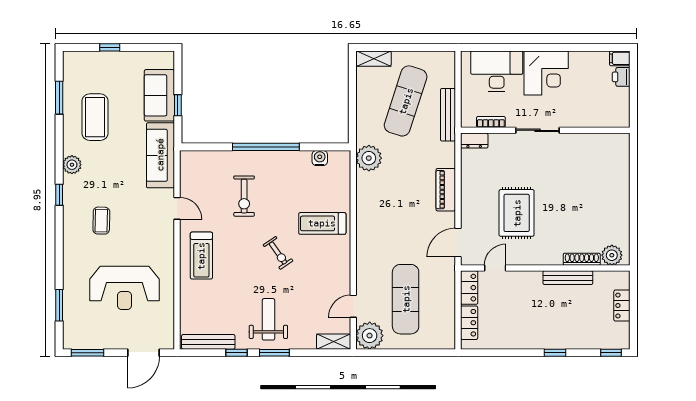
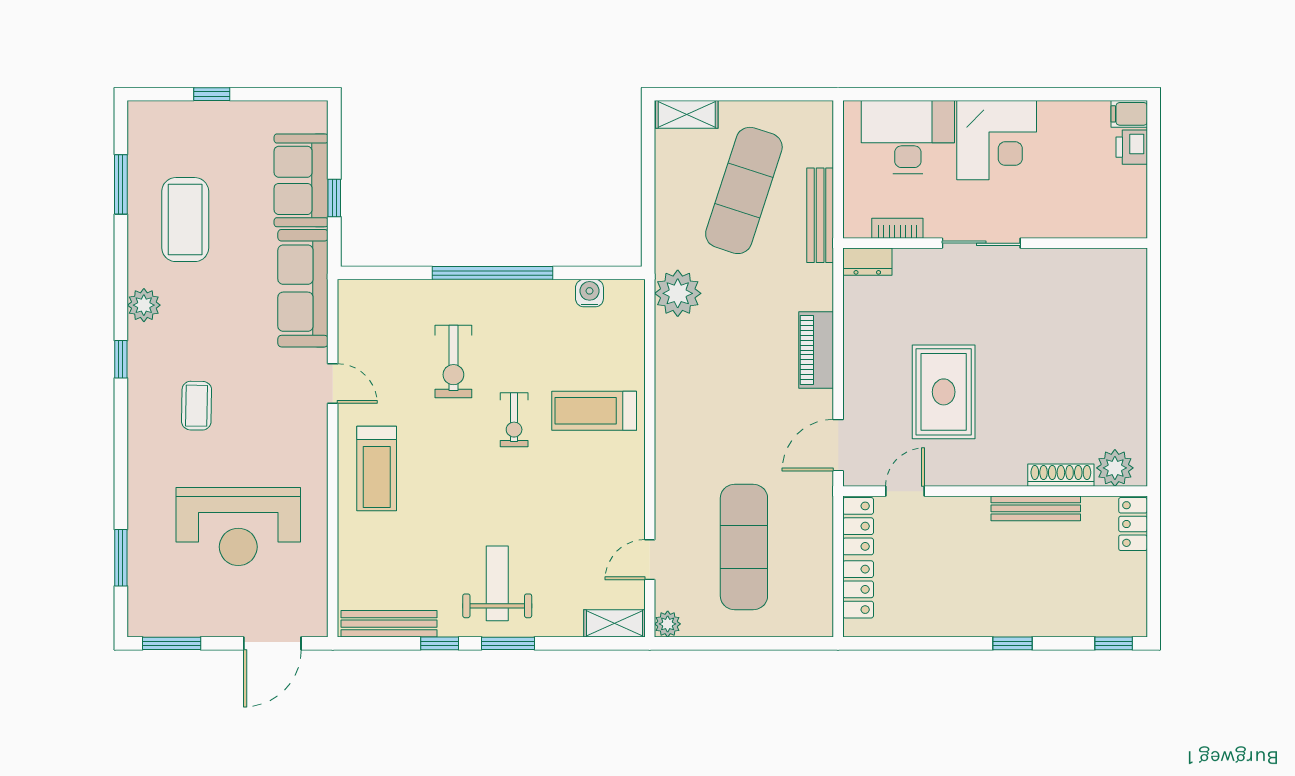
exercise bike: (278, 253) -> (514, 420), moved, turned 35
locker: (622, 306) -> (1133, 524), moved
plant: (370, 336) -> (668, 624), width x0.53, depth x0.53

